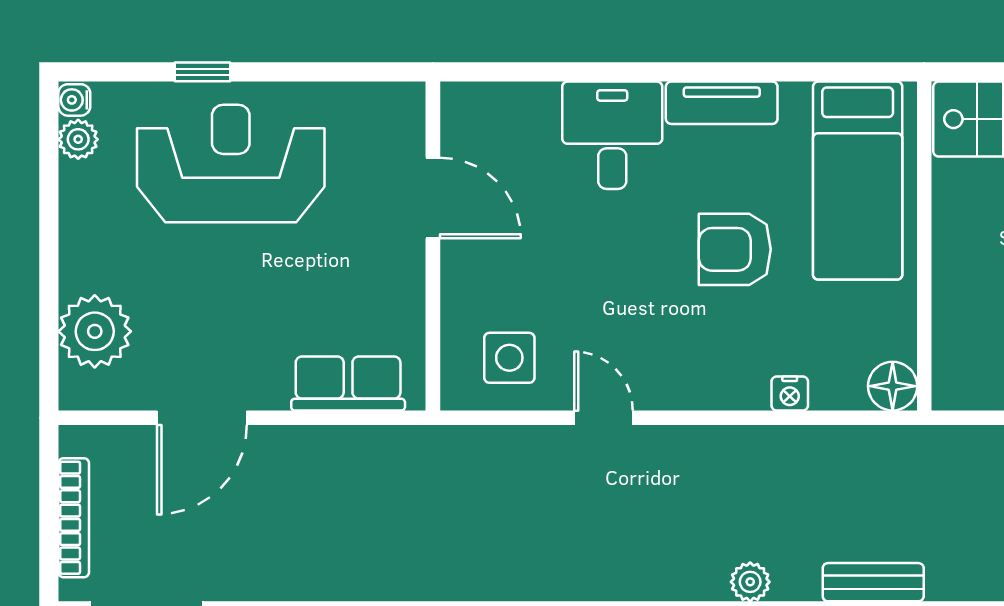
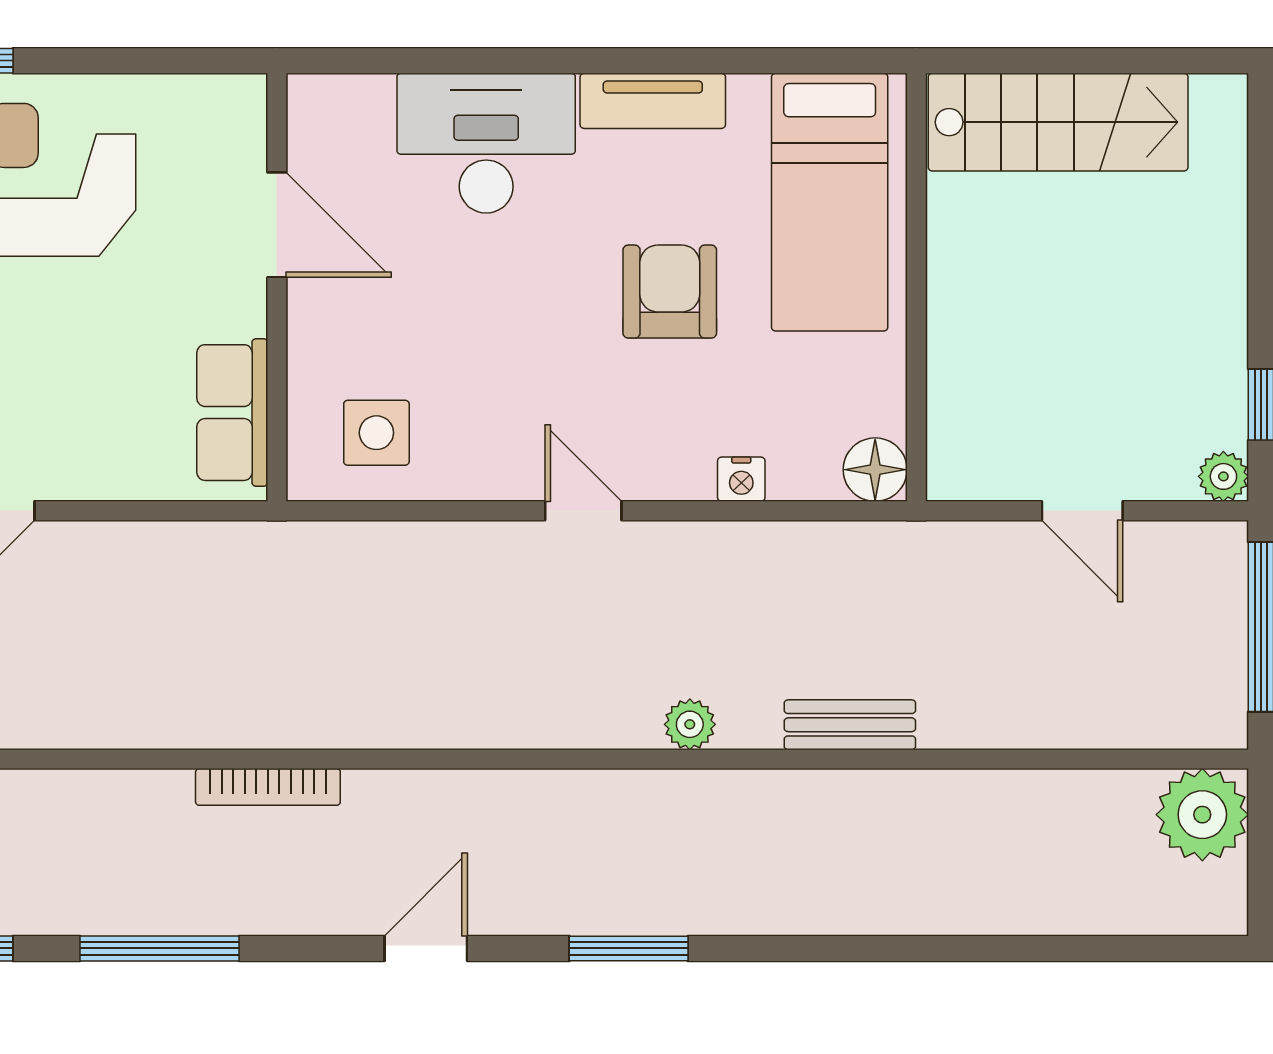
desk: (612, 135) -> (486, 143), width x1.37
armchair: (735, 249) -> (670, 292), turned 90
row of seats: (348, 383) -> (232, 413), moved, turned -90
door: (603, 418) -> (583, 511), moved

